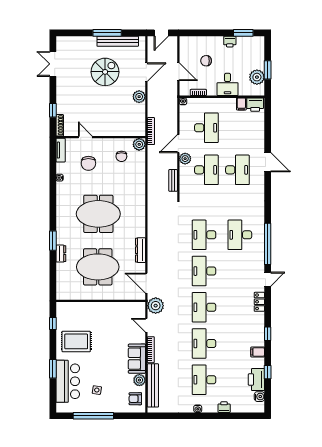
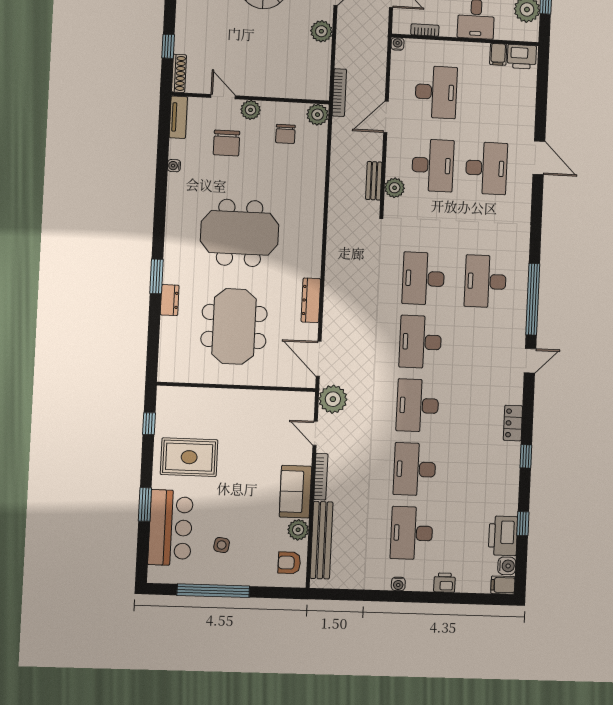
plant: (101, 144) -> (251, 110), added
plant: (185, 159) -> (395, 188), moved
meeting table: (98, 267) -> (234, 326), turned 90
locker: (259, 302) -> (513, 423), moved
filing cabinet: (258, 352) -> (503, 585), moved

